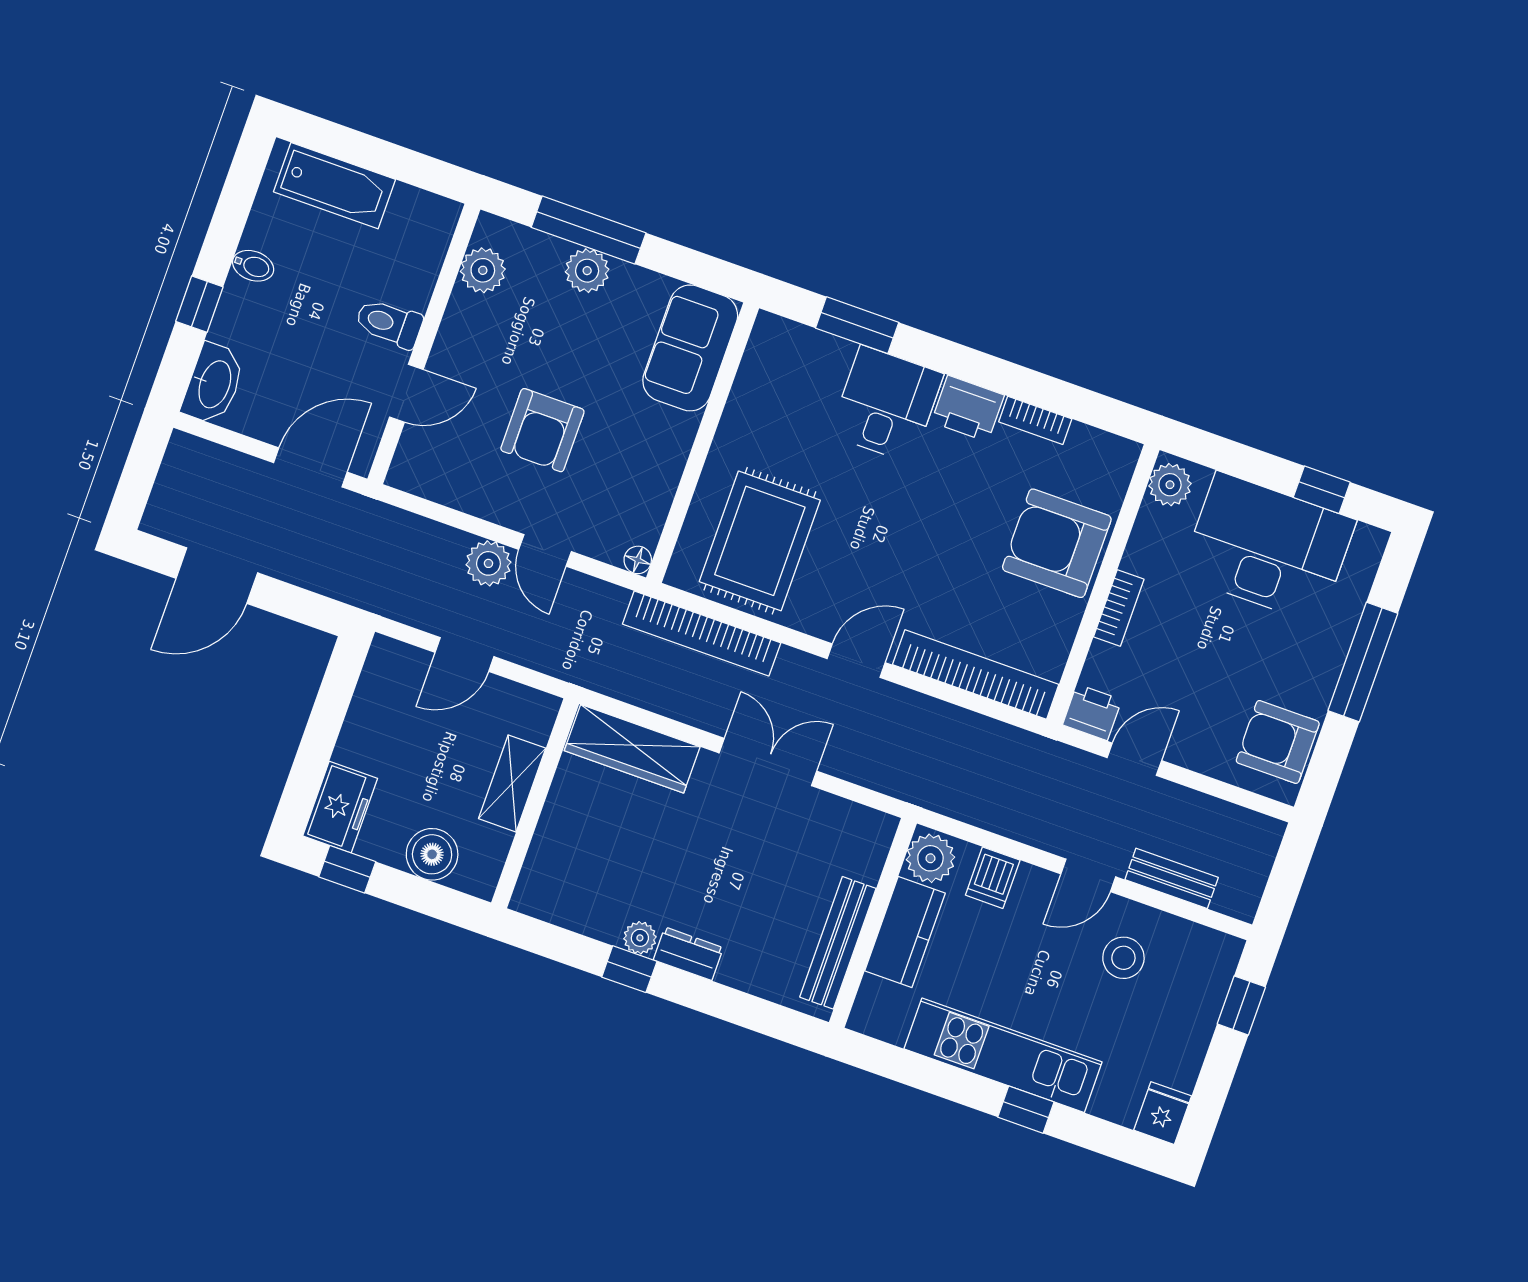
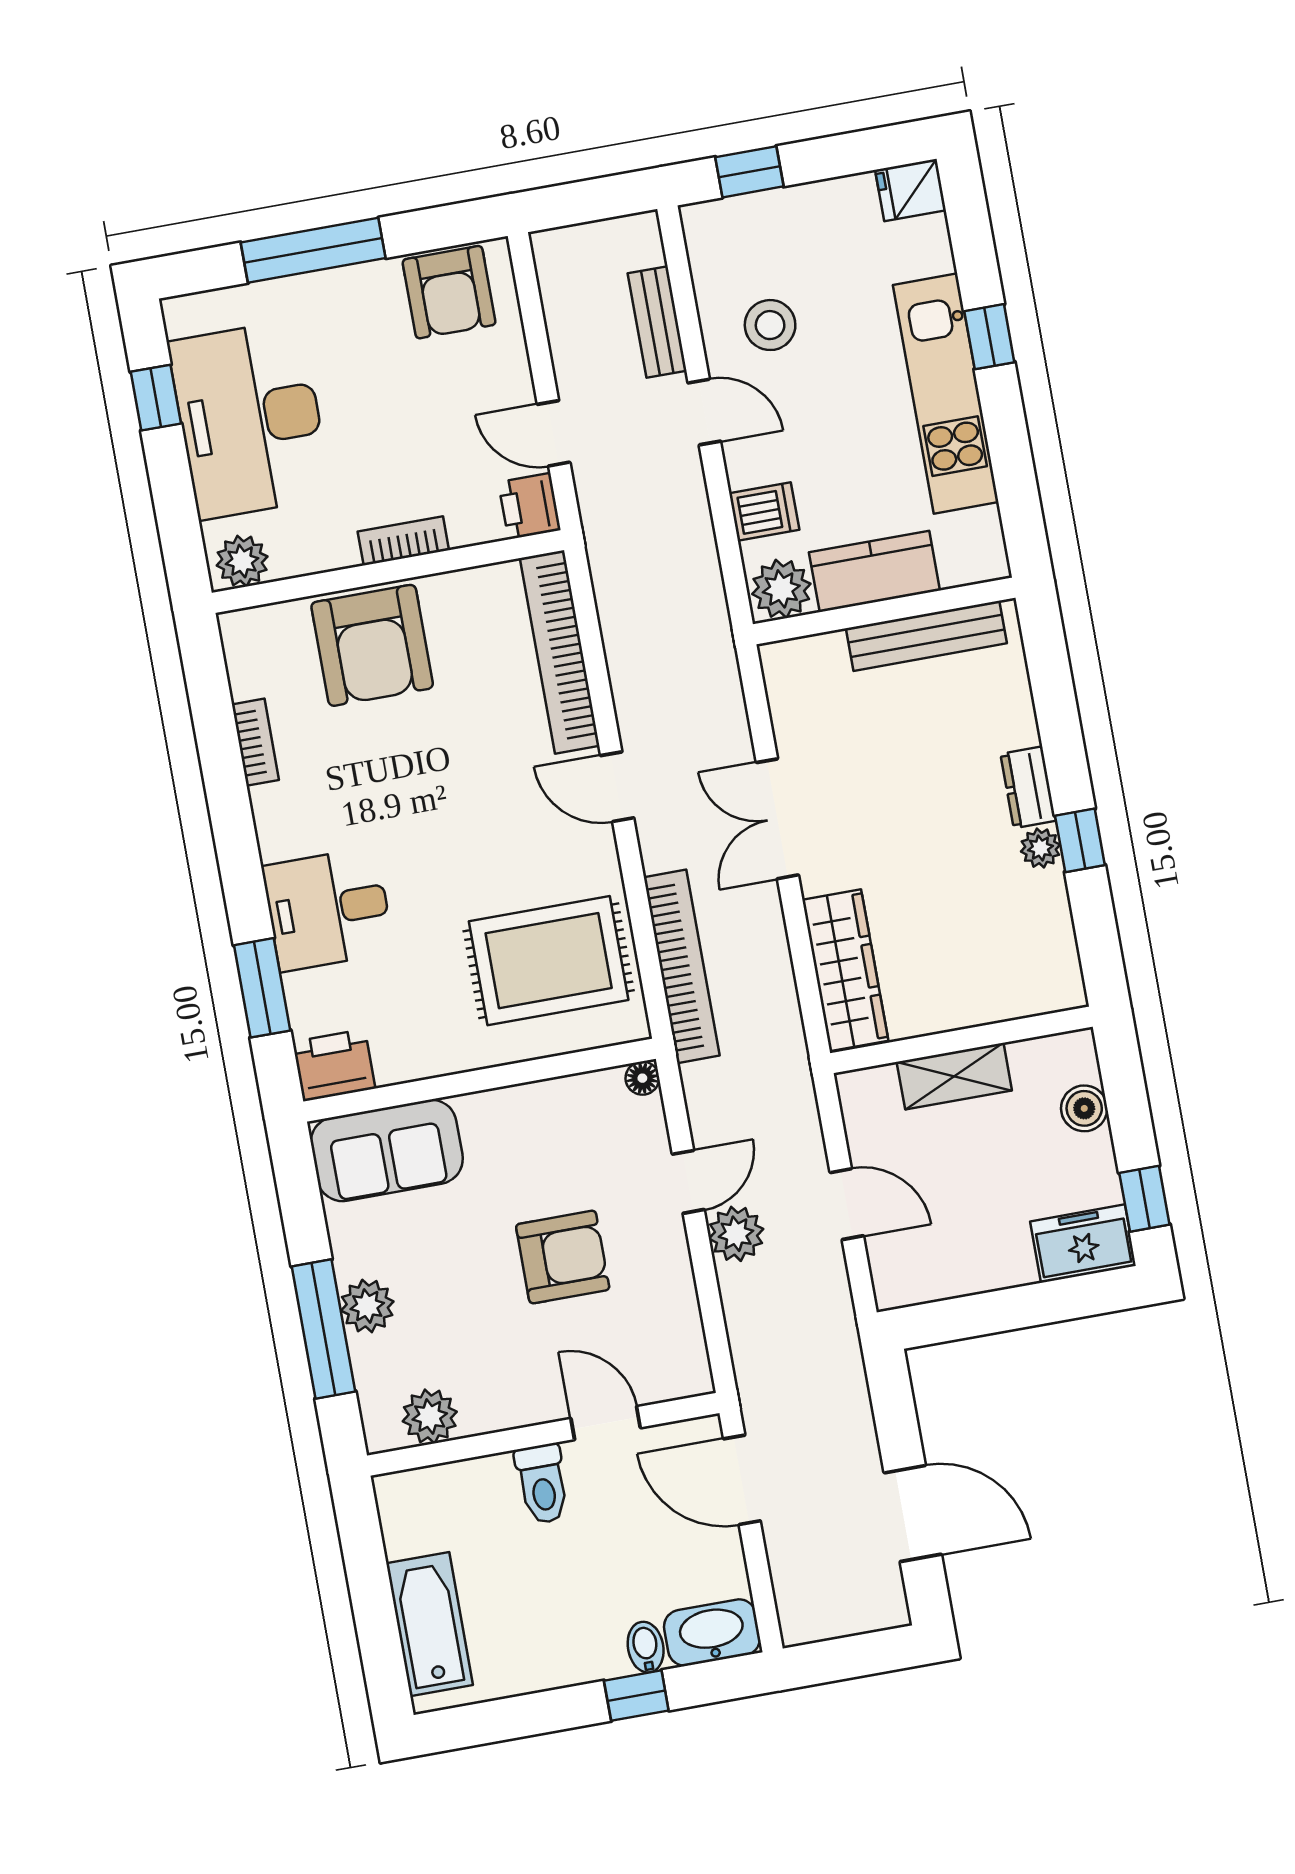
bidet: (253, 266) -> (646, 1647), moved
printer: (968, 409) -> (334, 1065), moved, turned -90
boiler: (432, 854) -> (1084, 1108), width x0.73, depth x0.73

